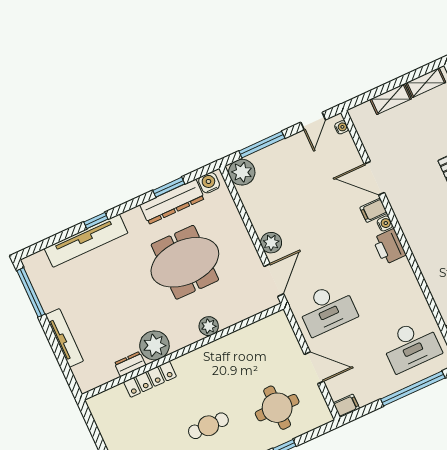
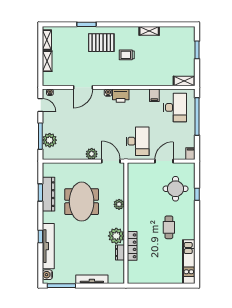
plant: (242, 172) -> (50, 140), moved
water cooler: (209, 183) -> (47, 275), moved
filing cabinet: (374, 210) -> (154, 95), moved

